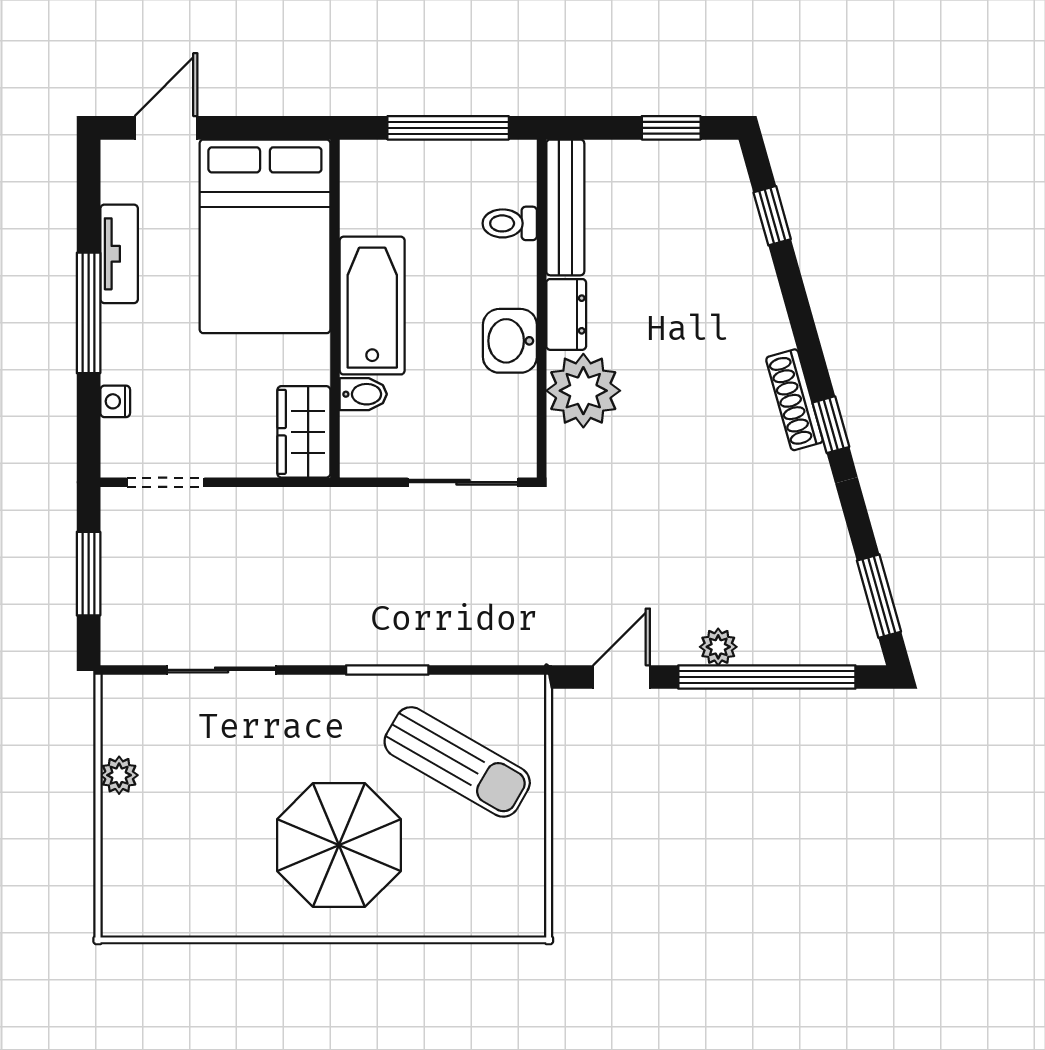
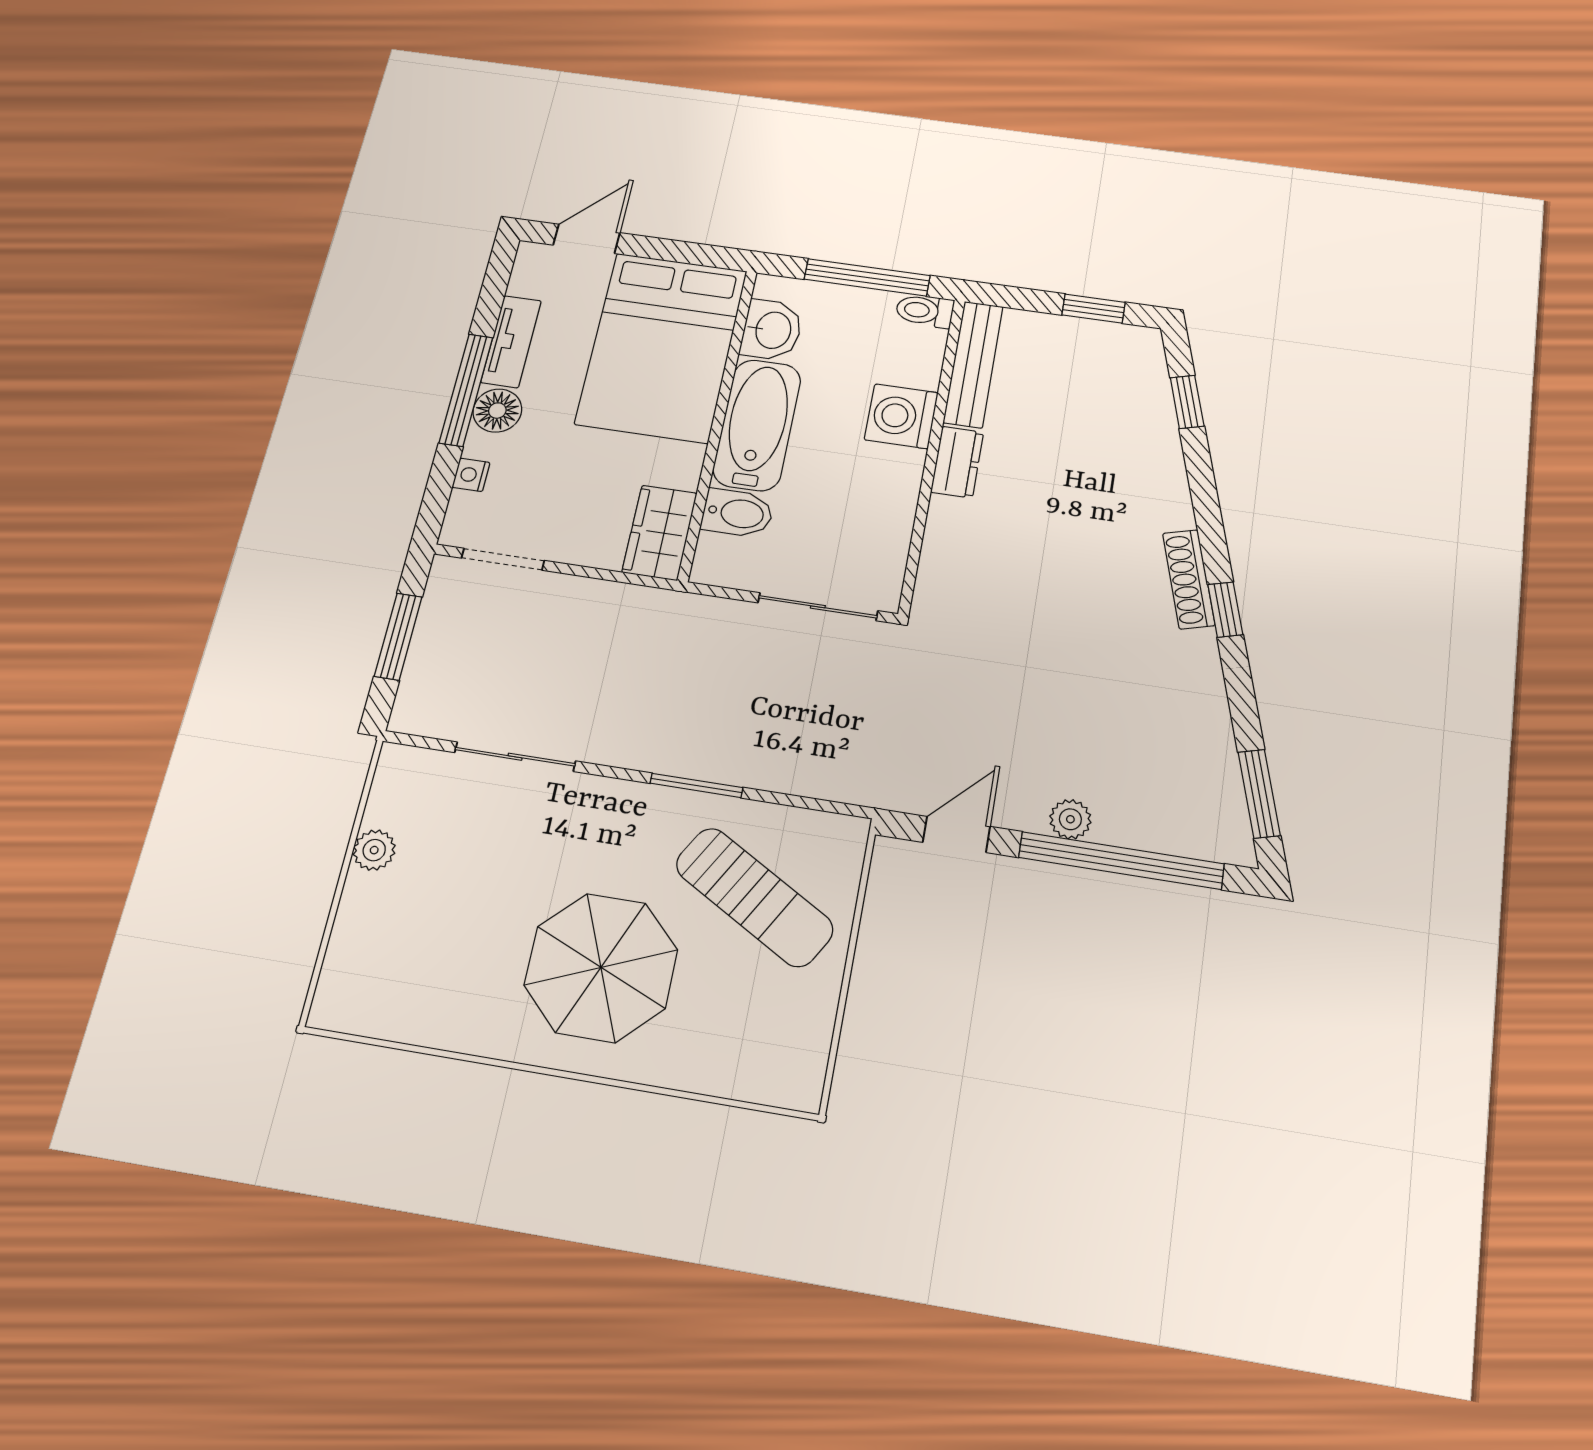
toilet: (510, 223) -> (925, 311), moved
washing machine: (506, 275) -> (901, 416), added
floor lamp: (124, 330) -> (497, 411), added
washbasin: (510, 341) -> (772, 330), moved, turned 180
plant: (583, 391) -> (963, 537), removed
bidet: (363, 394) -> (737, 513), width x1.38, depth x1.36

